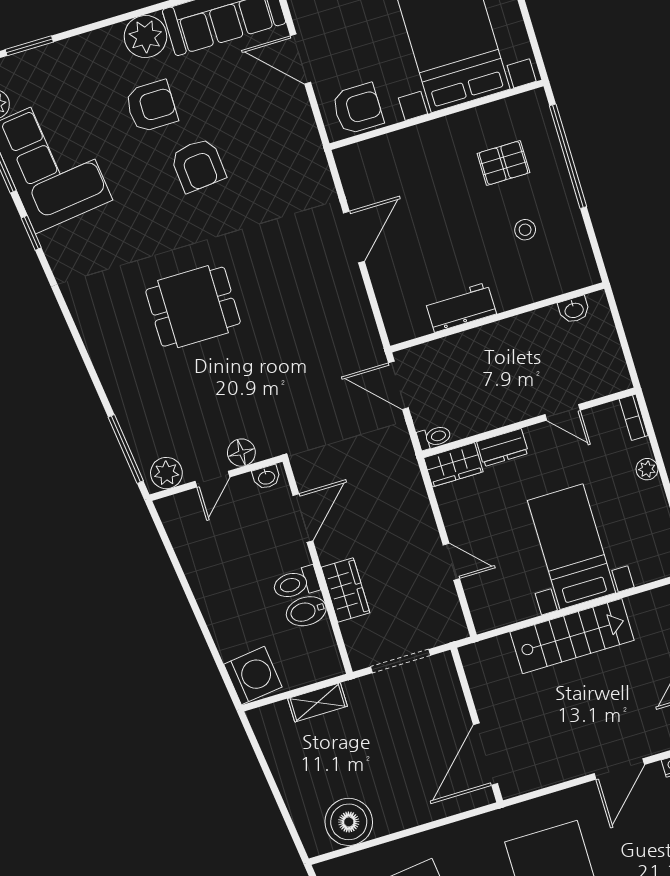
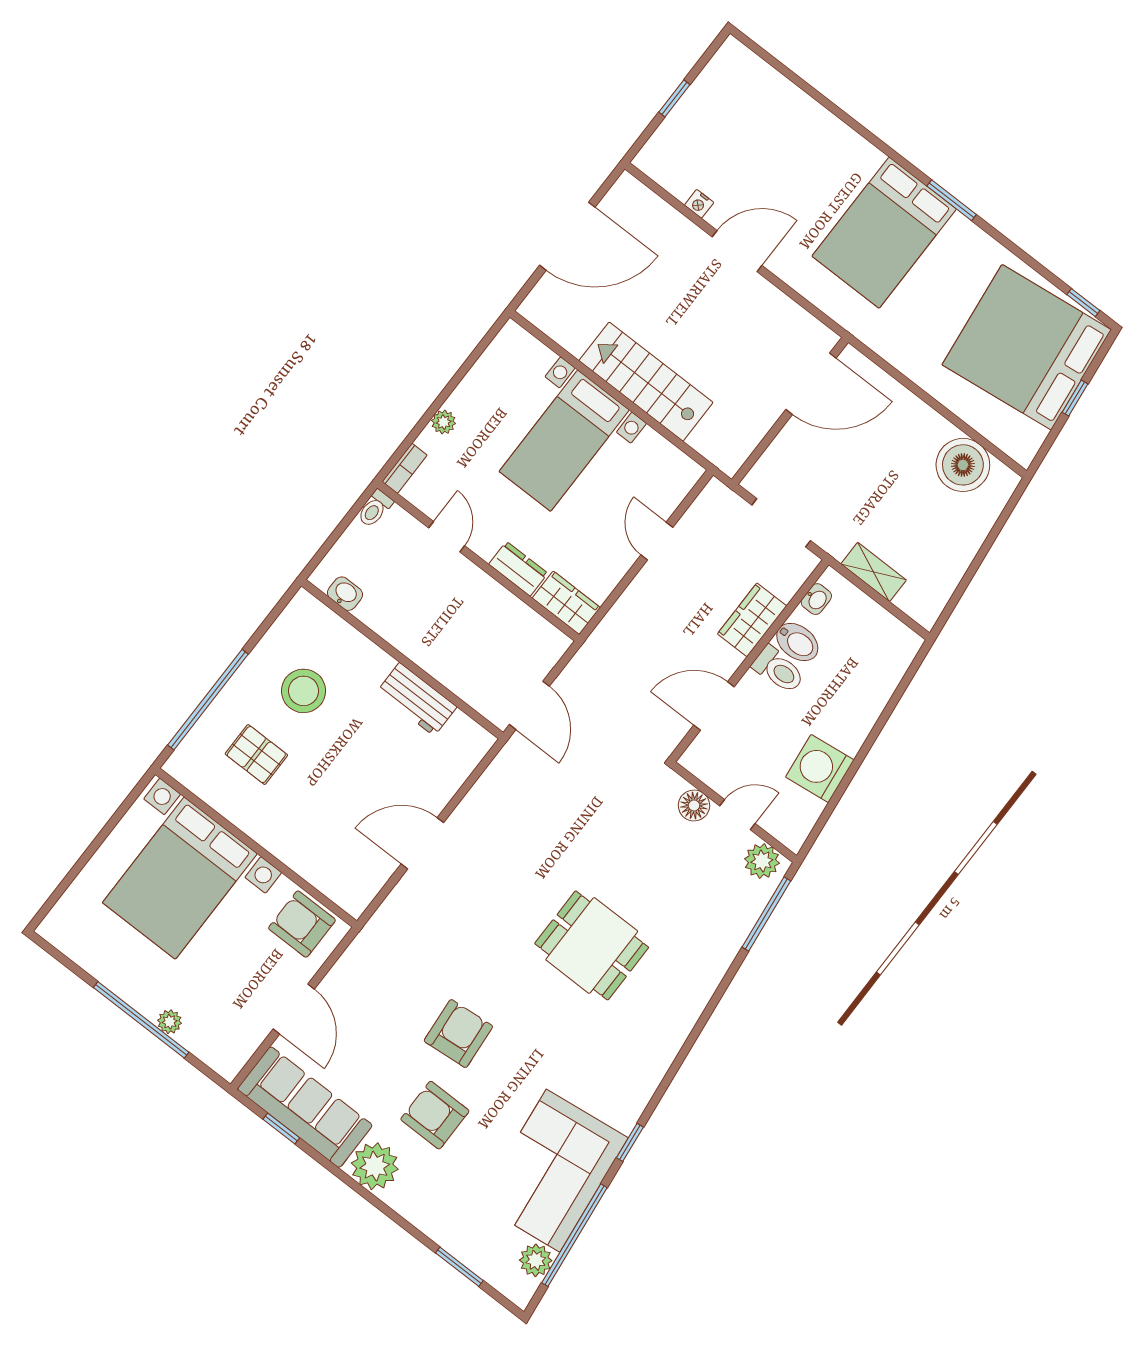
stool: (525, 230) -> (304, 691), width x1.89, depth x1.89
toilet: (434, 437) -> (375, 509), moved, turned -90
washbasin: (266, 477) -> (816, 599), moved, turned 90
washing machine: (253, 676) -> (820, 768), moved

